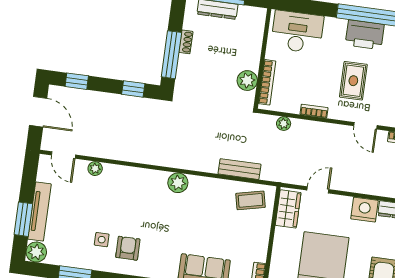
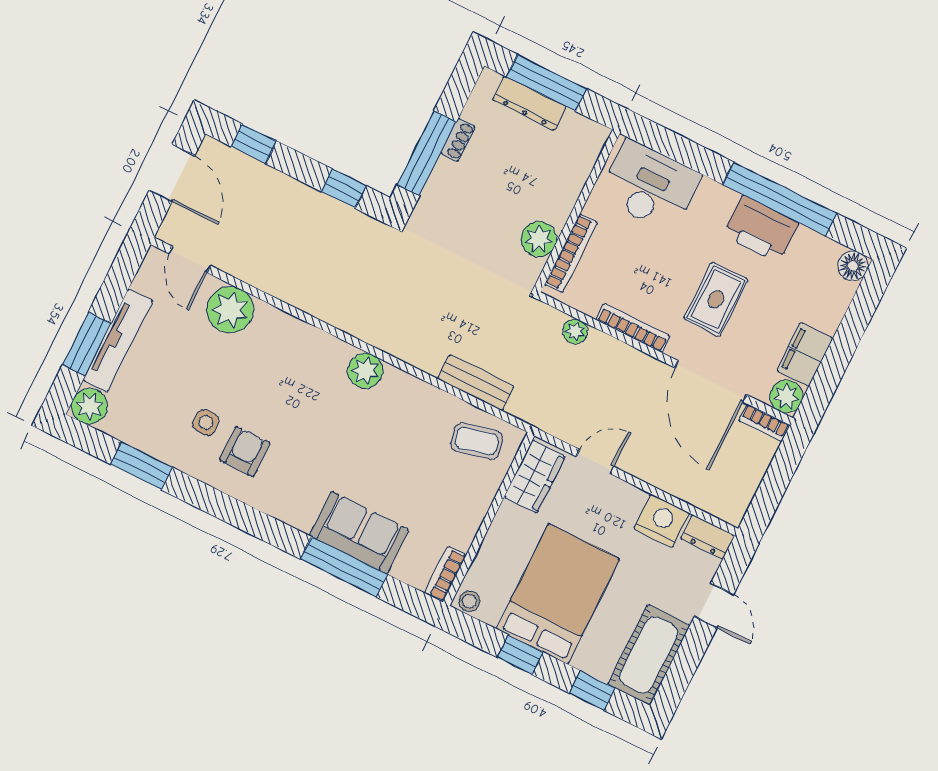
bookcase: (314, 111) -> (633, 328), width x1.56
door: (365, 126) -> (711, 381), width x1.88
plant: (95, 169) -> (230, 310), width x1.87, depth x1.87

